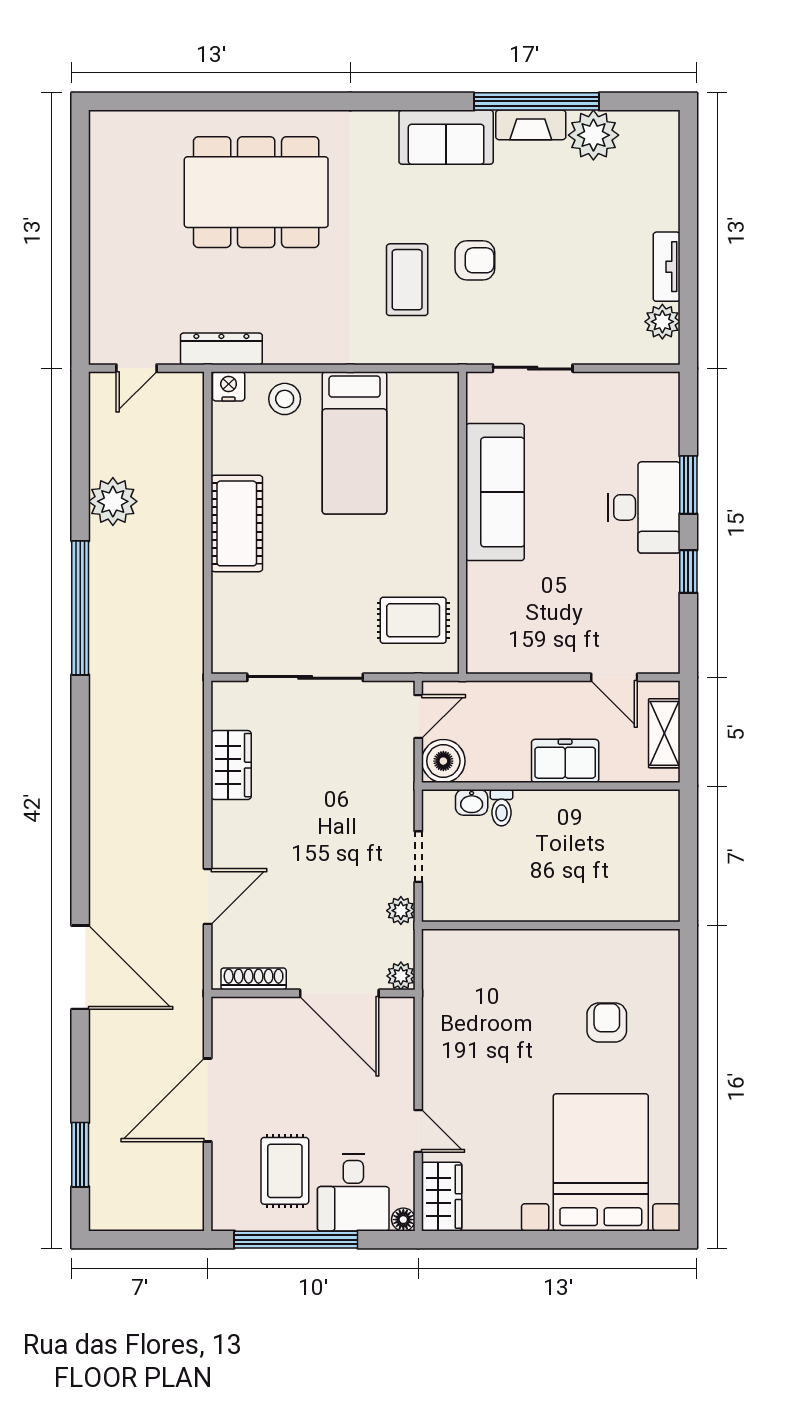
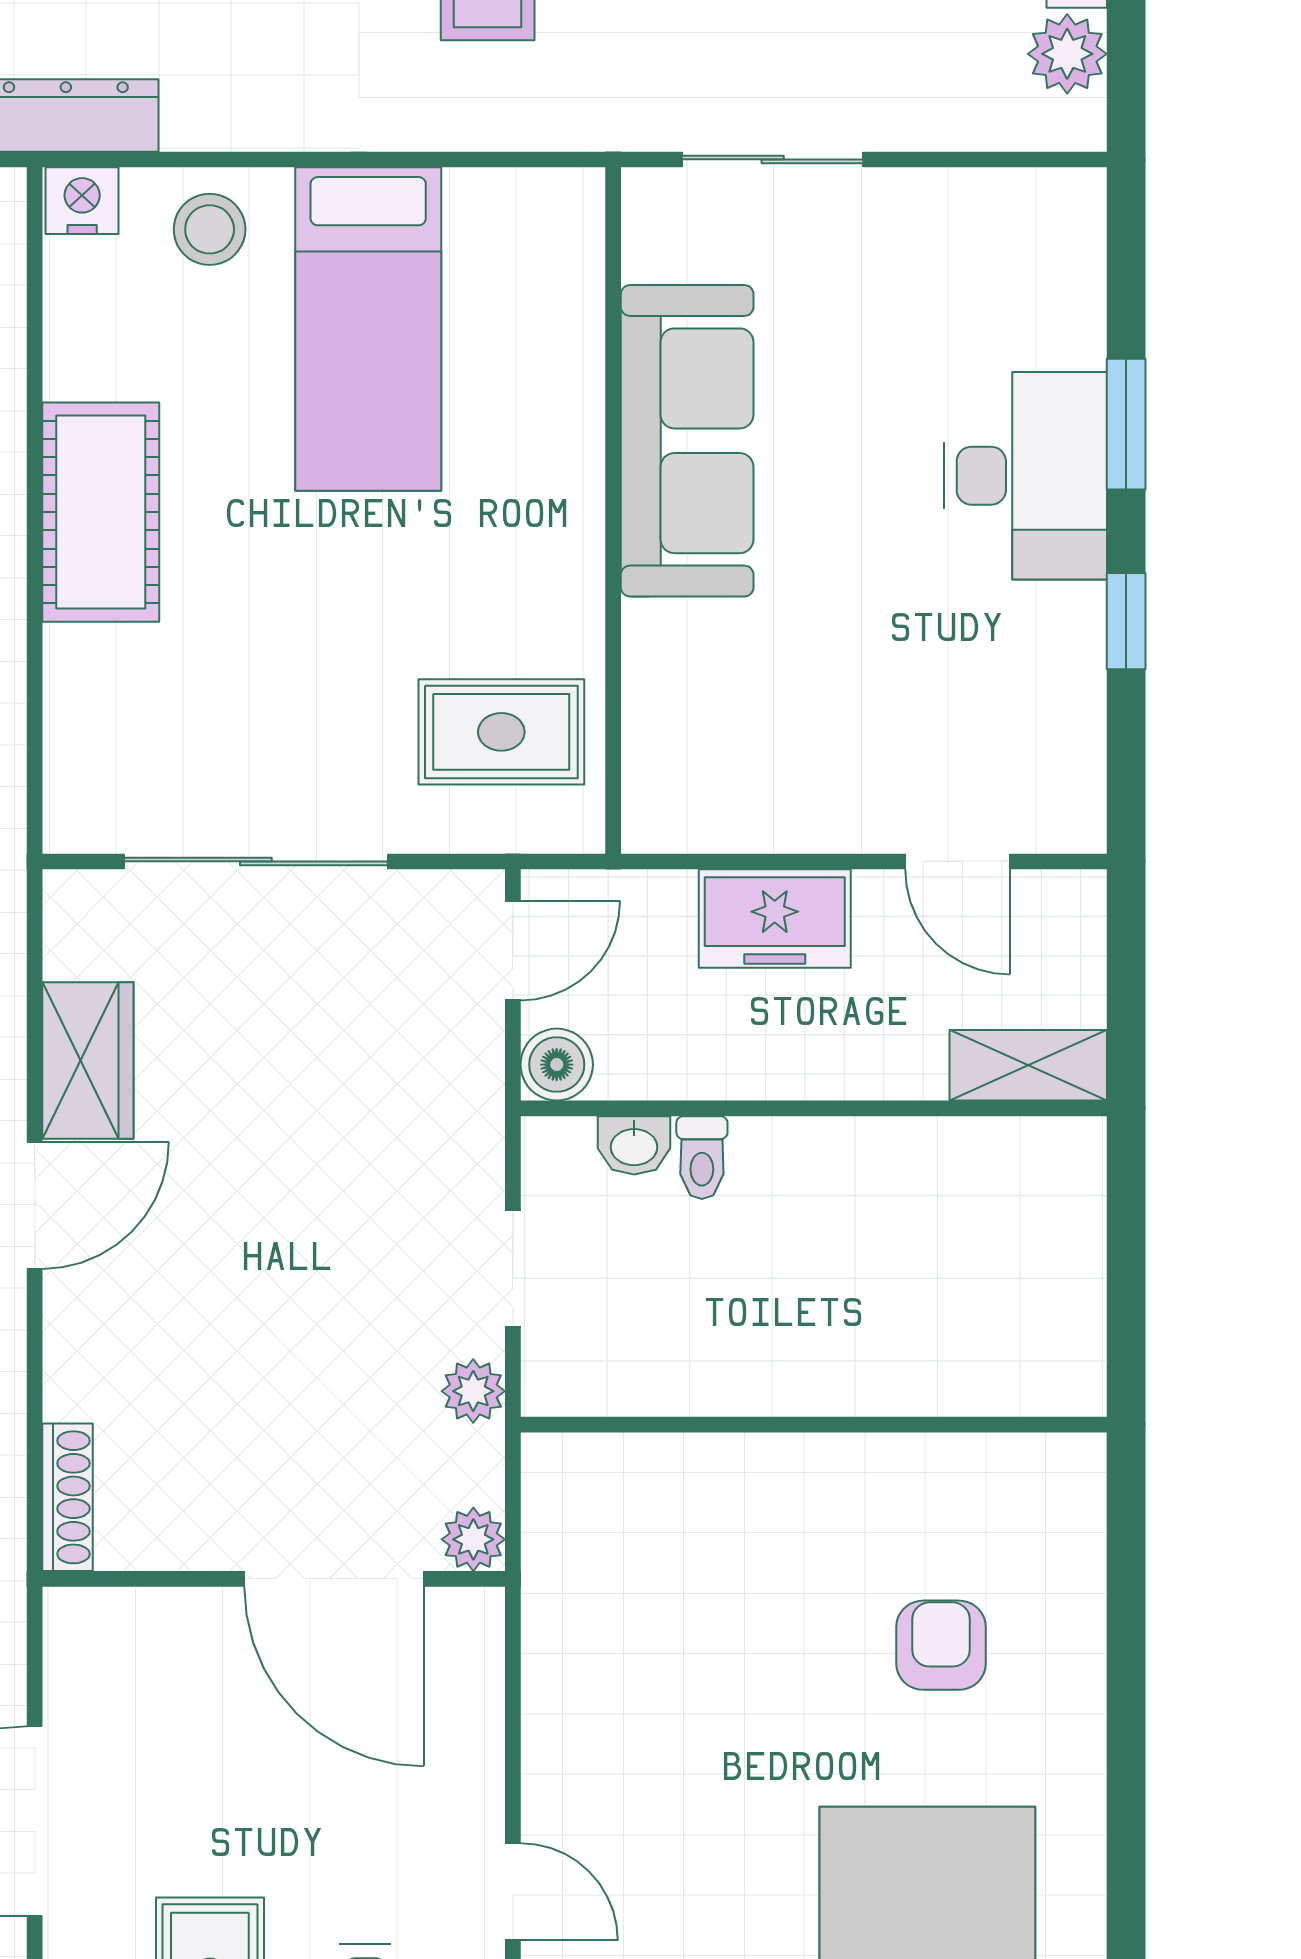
shelving: (664, 733) -> (1028, 1065), moved, turned 90
boiler: (443, 761) -> (557, 1065), width x0.73, depth x0.73
freezer: (565, 761) -> (775, 919), moved, turned 180
door: (208, 896) -> (35, 1206), moved
shoe rack: (254, 979) -> (67, 1497), moved, turned 90

